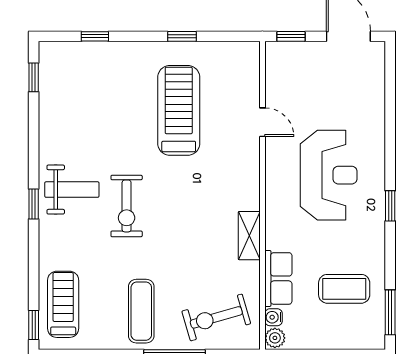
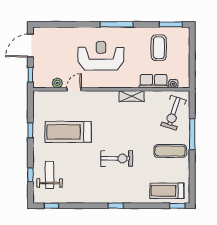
weight bench: (72, 190) -> (50, 175), moved
window: (390, 206) -> (117, 24), width x2.17
exercise bike: (216, 317) -> (173, 113), turned 34
plant: (275, 338) -> (57, 83), moved

